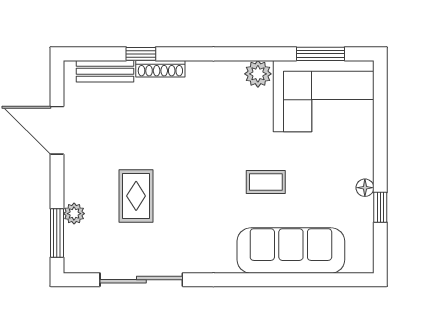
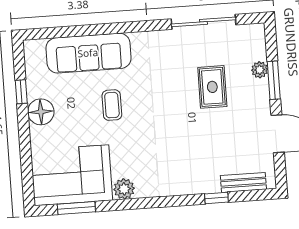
shoe rack: (160, 69) -> (200, 188), removed
coffee table: (266, 182) -> (112, 105), turned 90
floor lamp: (365, 188) -> (41, 112), width x1.89, depth x1.89
window: (57, 233) -> (274, 80), moved

